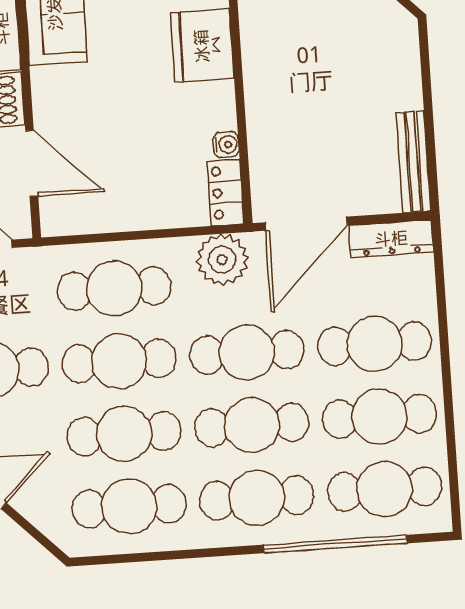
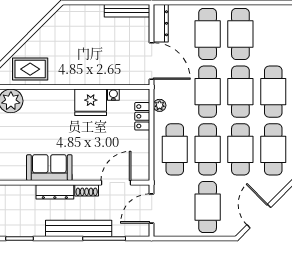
fridge: (202, 46) -> (91, 102), moved
locker: (226, 193) -> (142, 116), moved, turned 90
plant: (222, 260) -> (160, 105), width x0.53, depth x0.53
cafe table: (384, 489) -> (273, 34), removed

